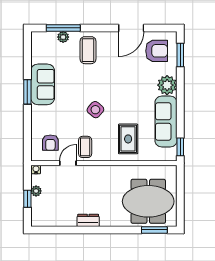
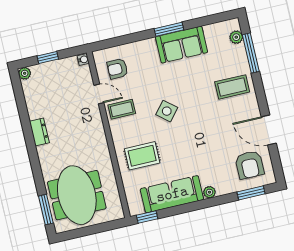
plant: (63, 37) -> (236, 37), moved
plant: (167, 85) -> (209, 192), width x0.53, depth x0.53
plant: (36, 191) -> (25, 73), moved

